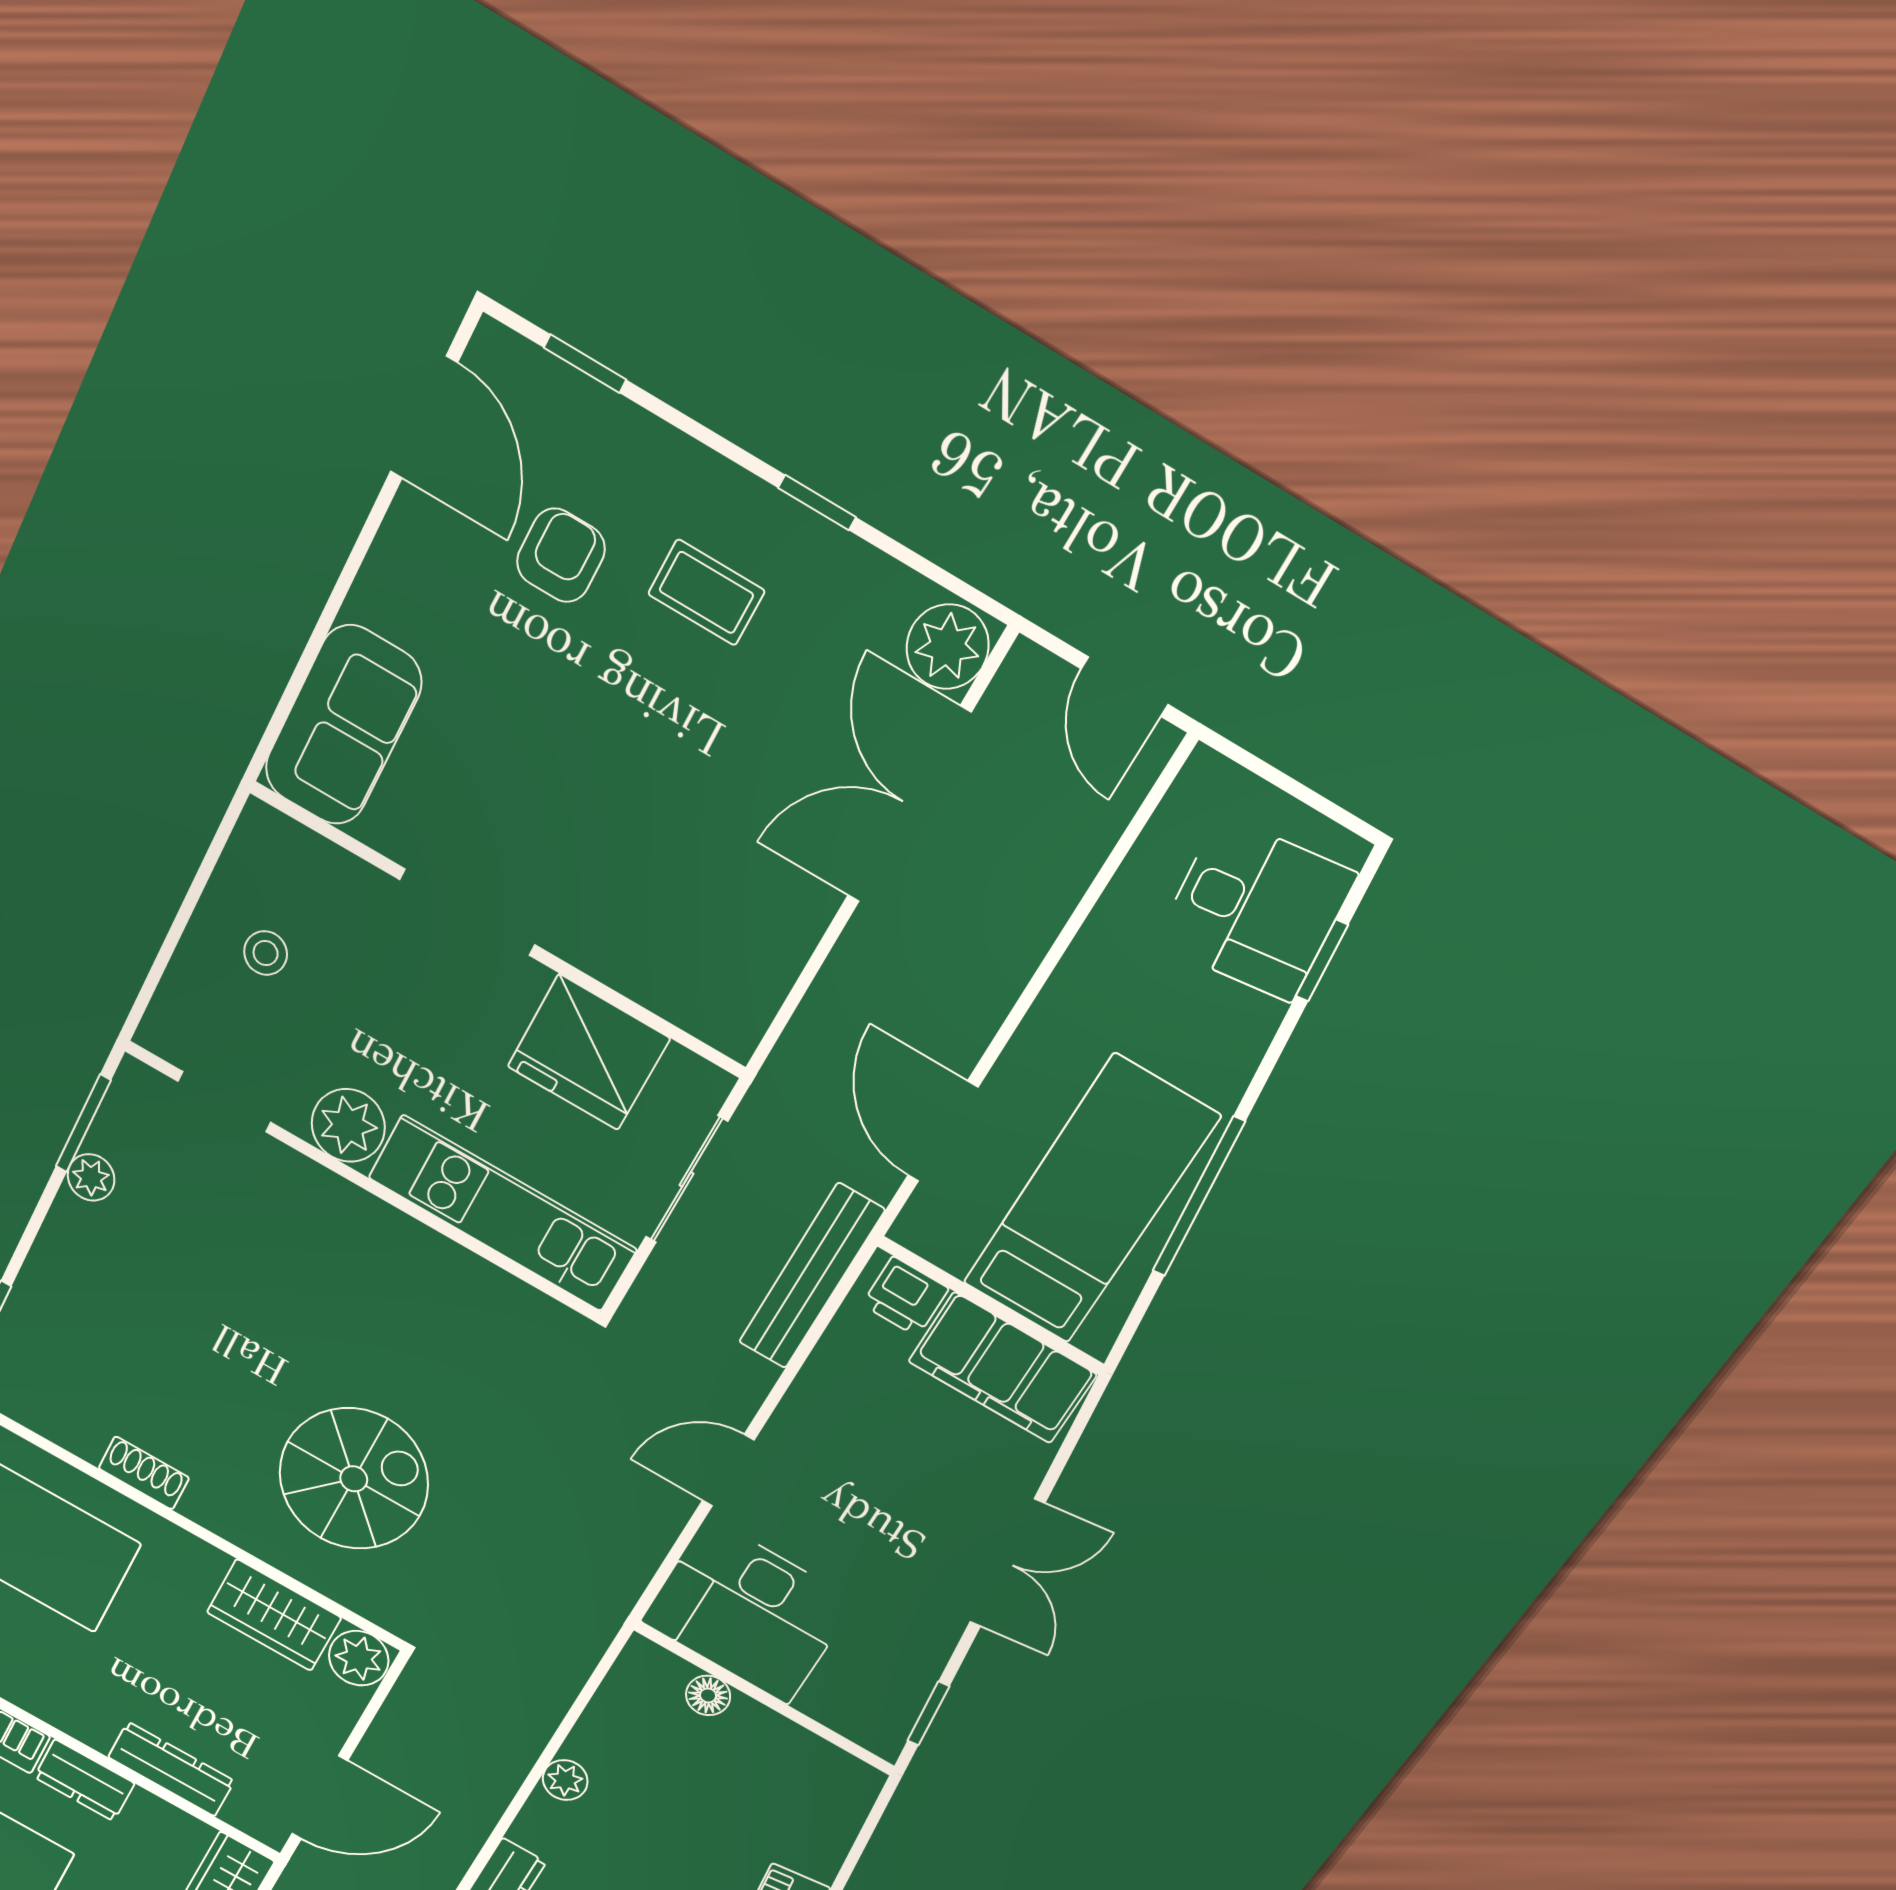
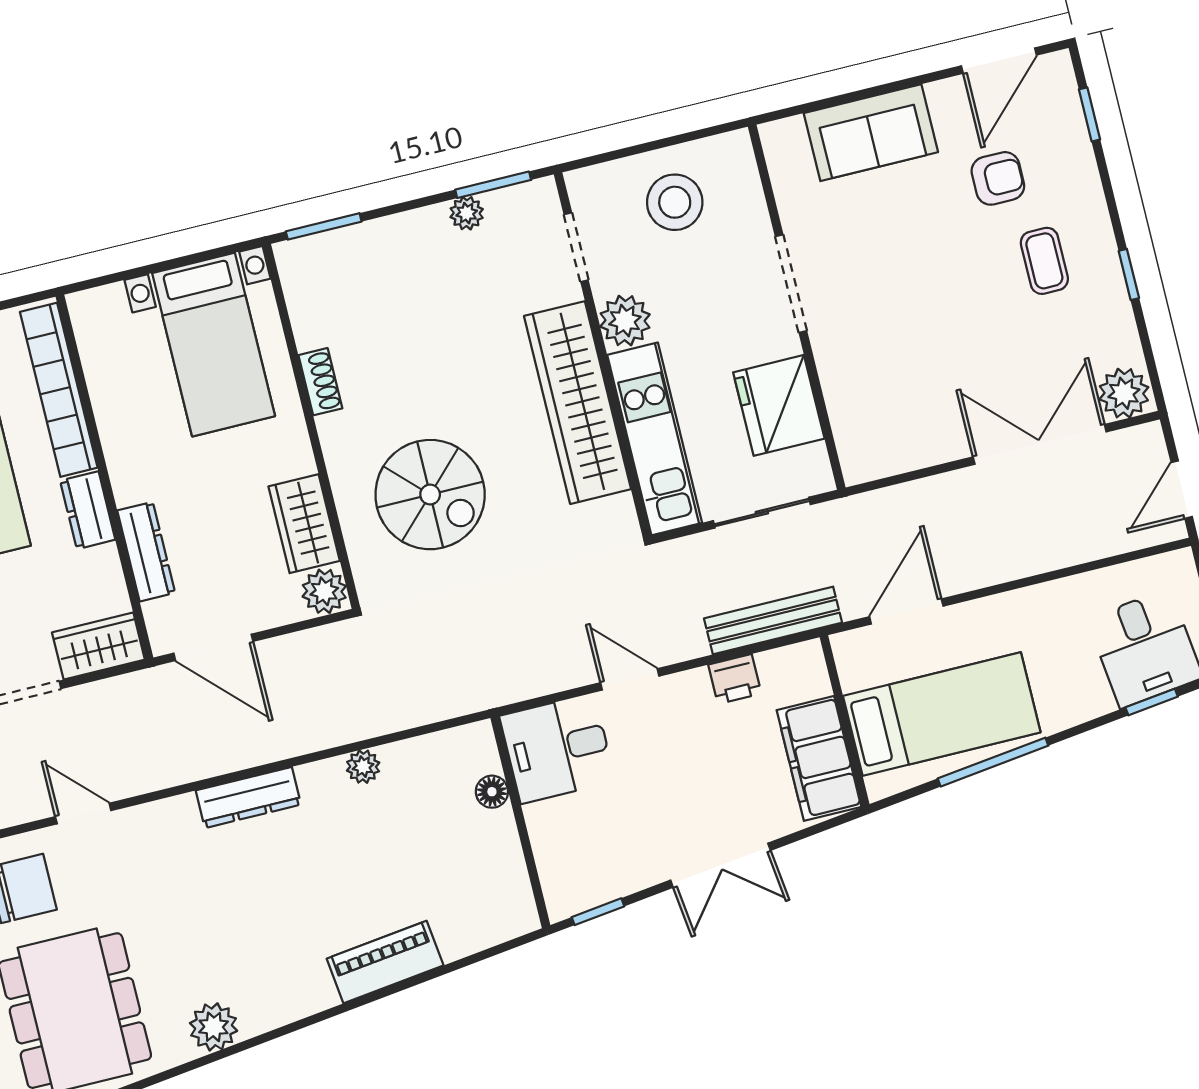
sofa: (343, 725) -> (871, 133), moved
stool: (266, 953) -> (675, 202), width x1.89, depth x1.89
wardrobe: (392, 1254) -> (578, 403), added
printer: (905, 1297) -> (735, 679), moved, turned -90
desk: (748, 1611) -> (557, 748), width x0.73

